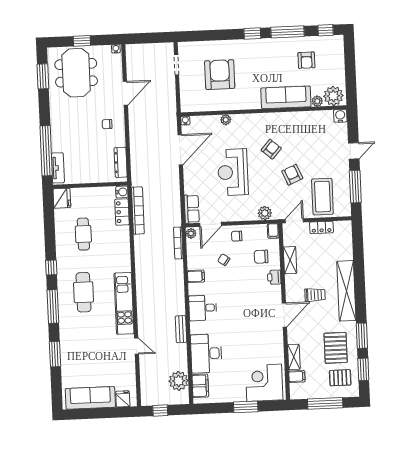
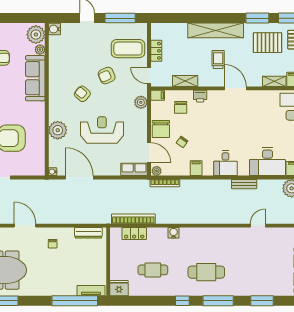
plant: (226, 120) -> (58, 130), width x1.88, depth x1.88
reception desk: (233, 172) -> (102, 130), turned 180
water cooler: (122, 192) -> (174, 233), moved
chair: (237, 236) -> (161, 129), width x1.87, depth x1.87
kitchen unit: (124, 303) -> (218, 235), removed

